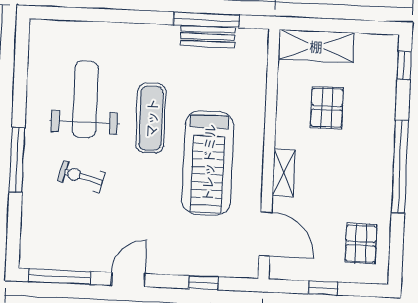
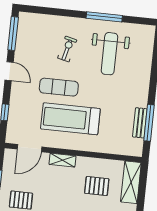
weight bench: (85, 99) -> (109, 54), turned 90
exercise mat: (151, 118) -> (59, 87), moved
window: (17, 160) -> (104, 17), moved

